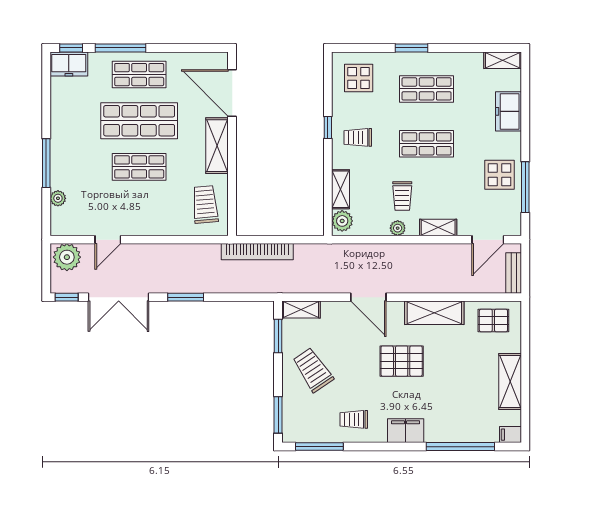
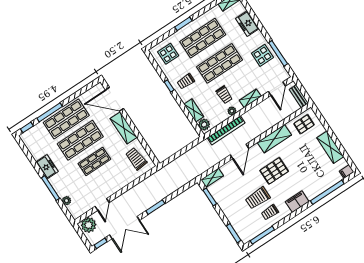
freezer: (69, 64) -> (47, 167), moved, turned -90
shop shelf: (139, 75) -> (66, 119), width x1.43, depth x1.36
shop shelf: (427, 89) -> (203, 38), width x1.43, depth x1.36
shop shelf: (427, 144) -> (219, 63), width x1.43, depth x1.36
bookcase: (257, 252) -> (226, 130), moved
door: (368, 297) -> (239, 152), hinge flipped
trolley: (313, 370) -> (258, 198), moved, turned -56

